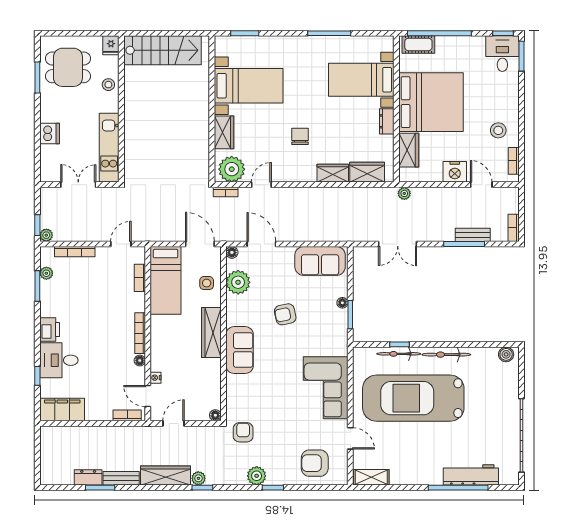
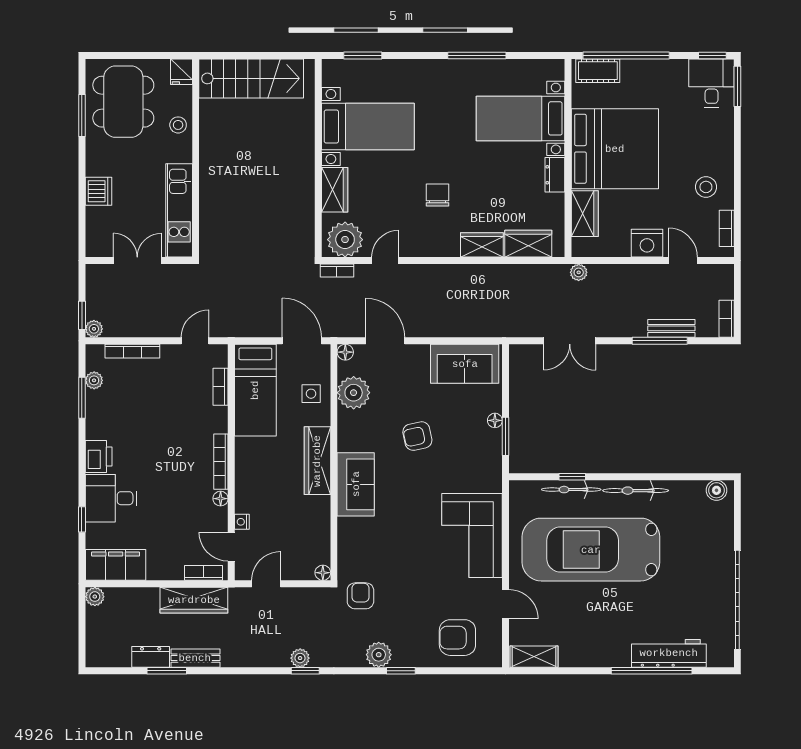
dining table: (68, 67) -> (123, 102), width x1.38
plant: (47, 433) -> (95, 597), added
wardrobe: (165, 476) -> (194, 600), moved, turned 180

